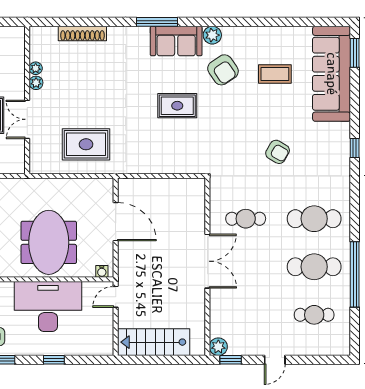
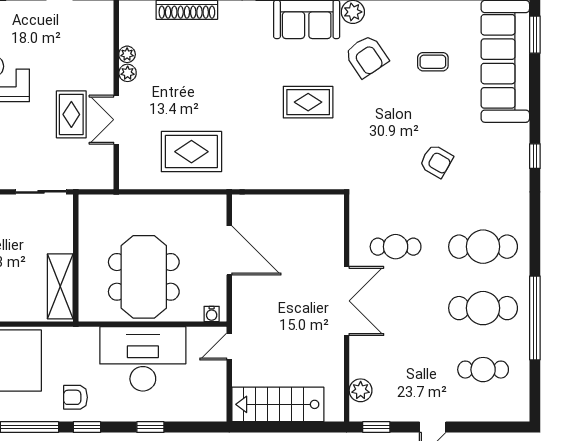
coffee table: (275, 74) -> (433, 62), width x0.73, depth x0.77
plant: (218, 347) -> (361, 390), moved

